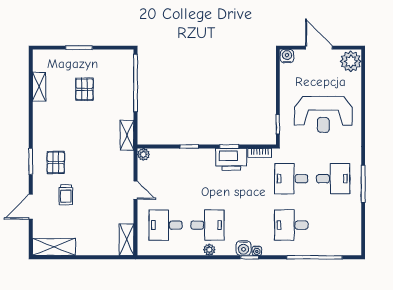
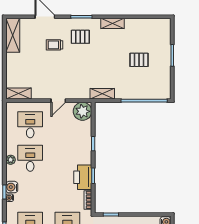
shelving: (39, 87) -> (113, 23), moved
plant: (143, 154) -> (83, 111), width x1.88, depth x1.88
desk: (207, 225) -> (30, 158), turned 180

